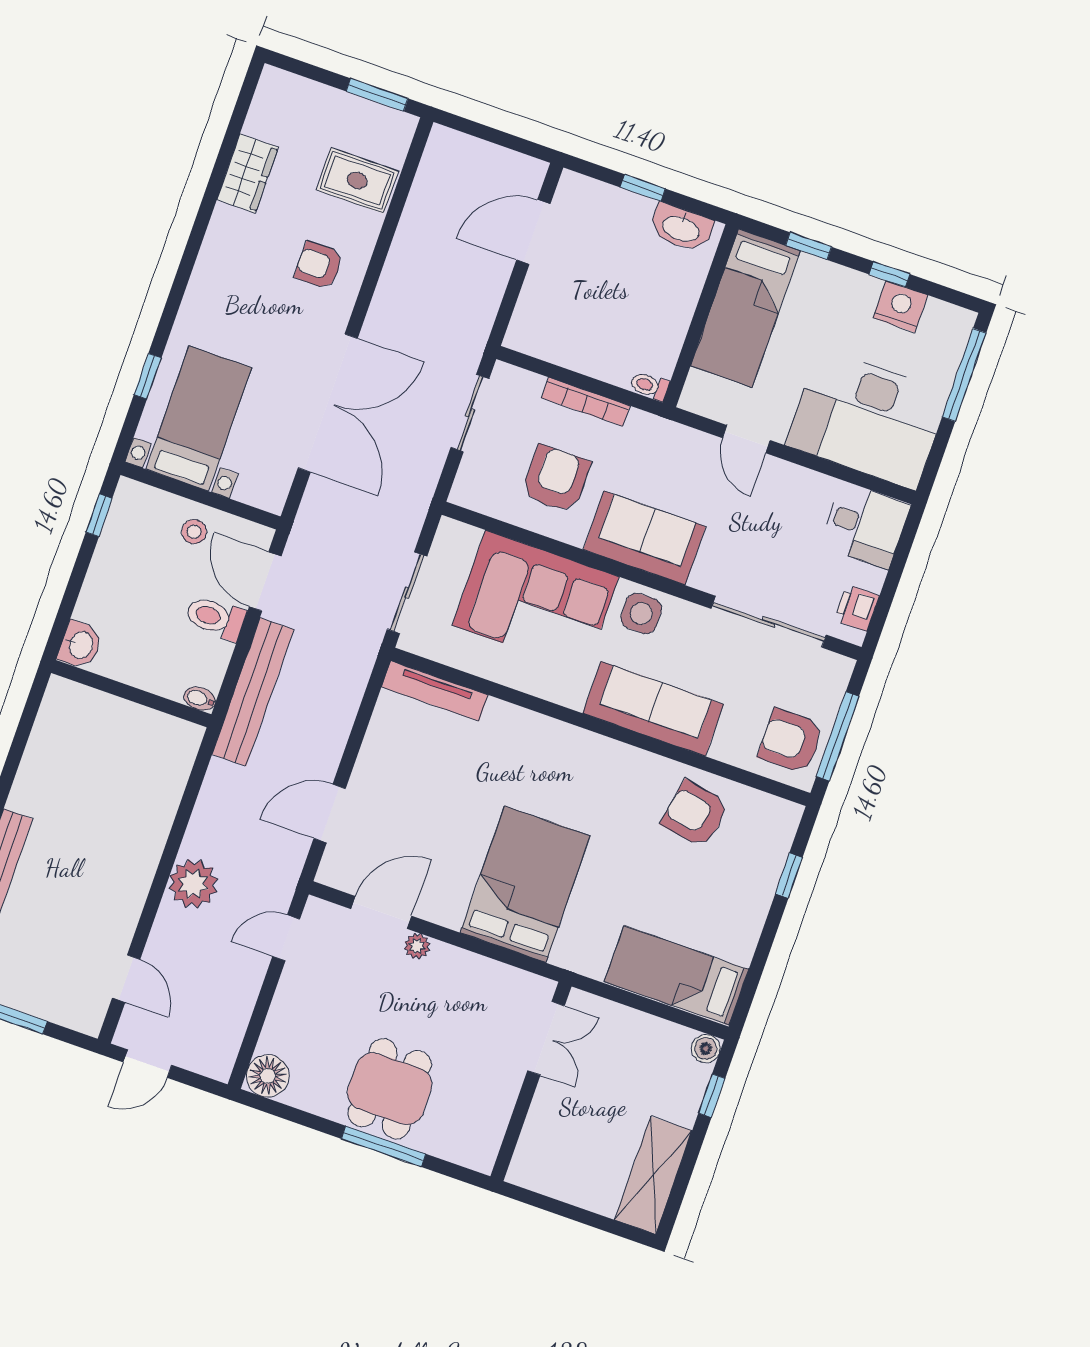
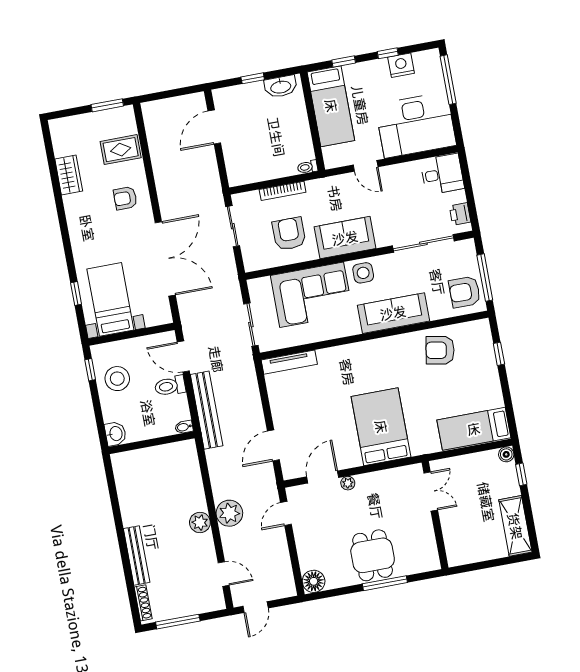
stool: (194, 532) -> (117, 379), moved, width x1.89, depth x1.89
plant: (136, 871) -> (200, 522), added

